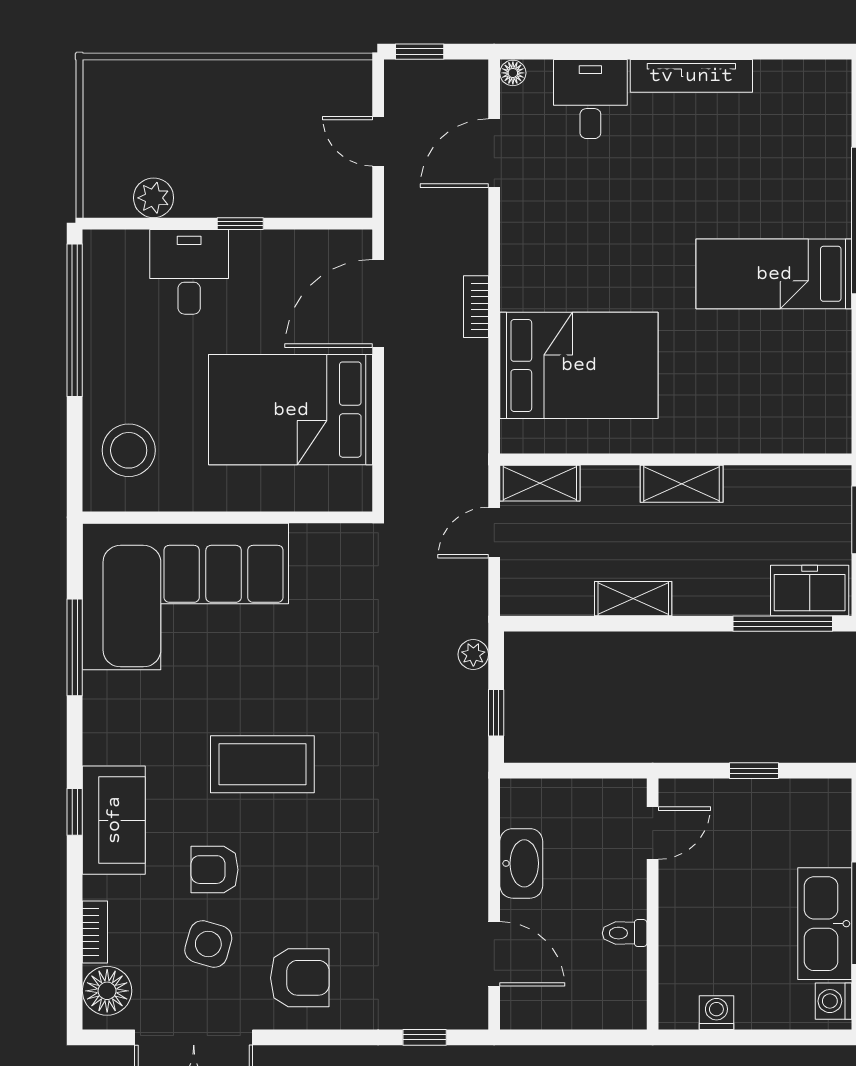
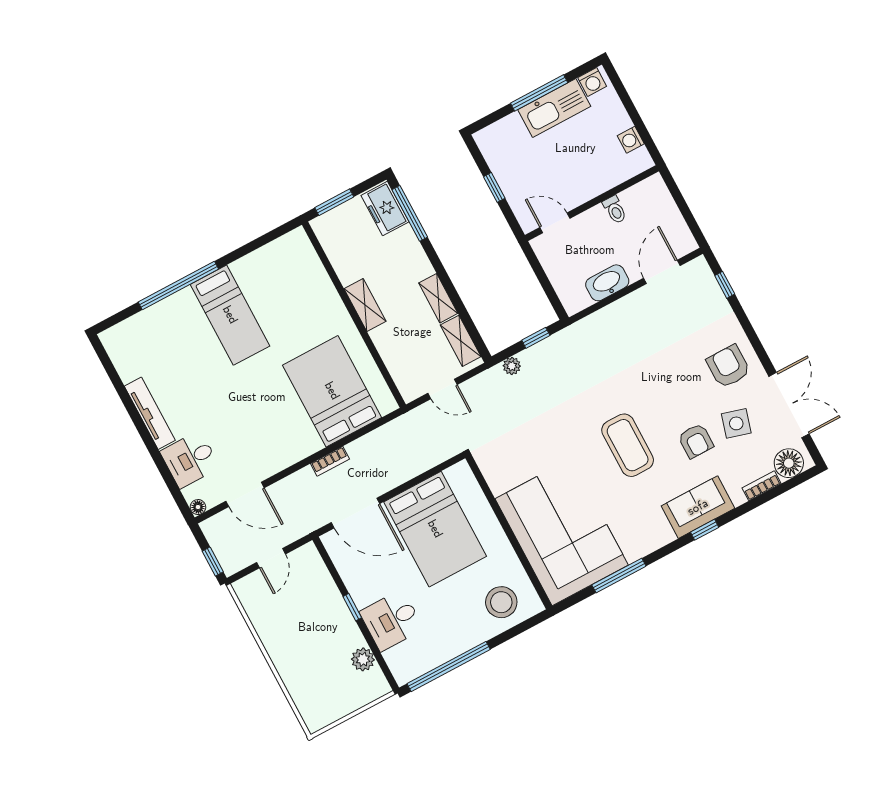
shelving: (540, 483) -> (461, 341), moved

